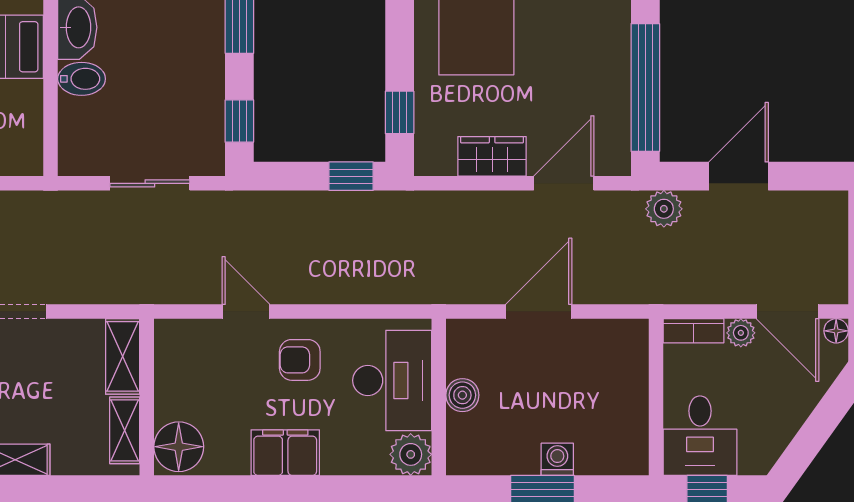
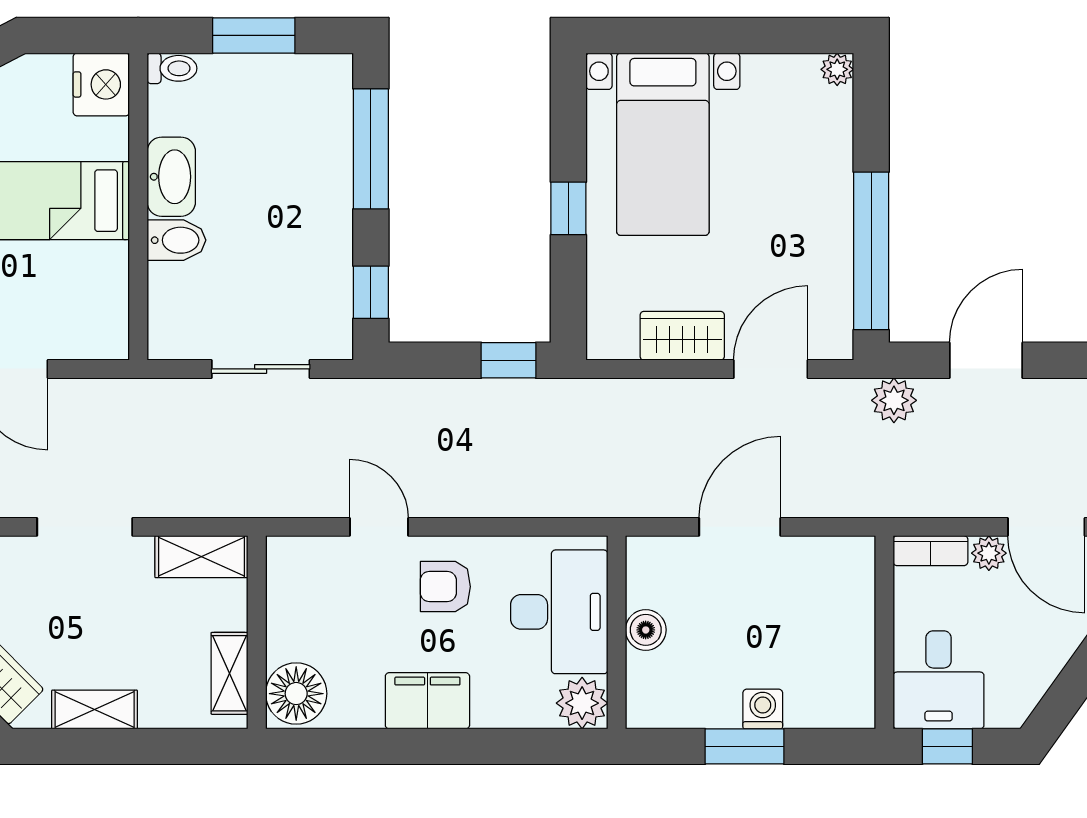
window: (400, 112) -> (568, 208), moved
shelving: (123, 356) -> (201, 557), moved, turned 90

